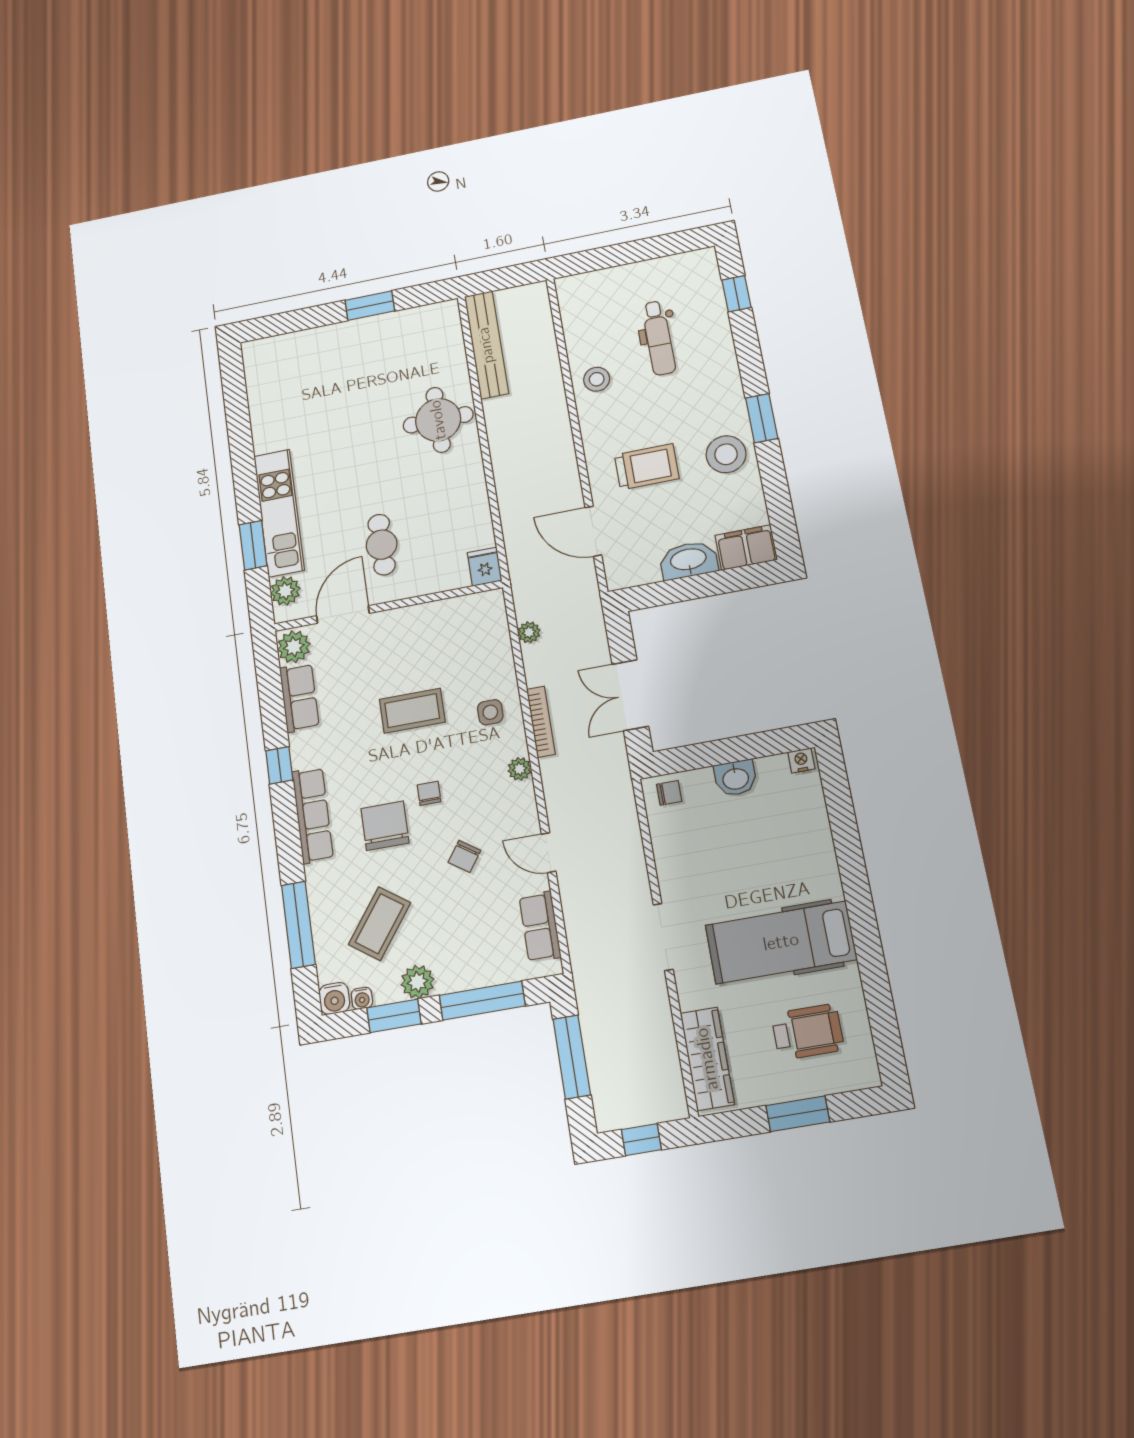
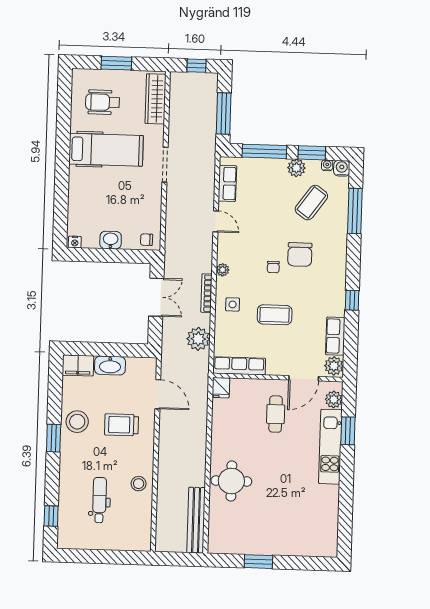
plant: (529, 632) -> (198, 339), width x1.88, depth x1.88
row of seats: (313, 815) -> (239, 366), moved, turned 90
chair: (464, 856) -> (260, 229), removed

